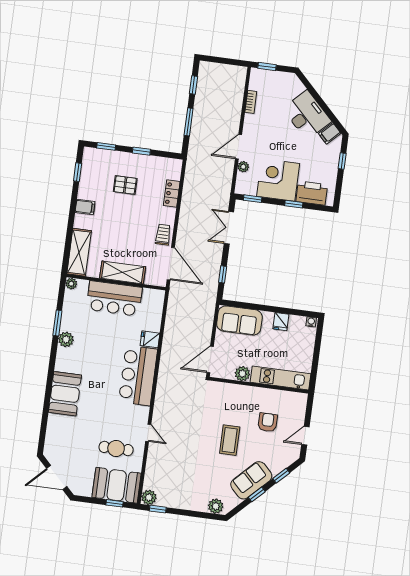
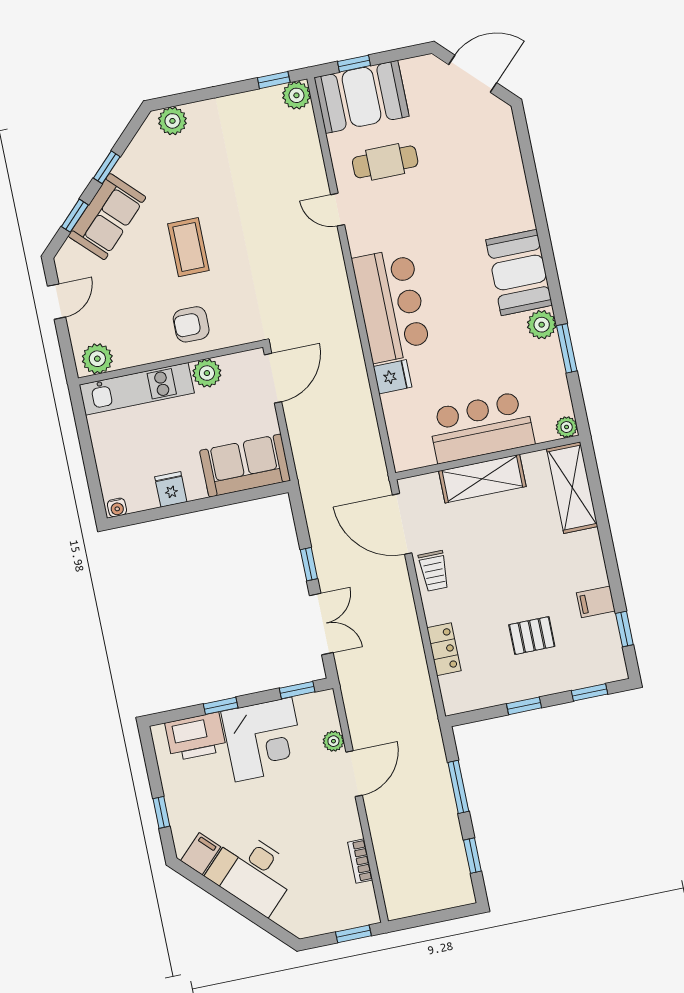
filing cabinet: (85, 207) -> (596, 602), moved
window: (223, 274) -> (309, 564), moved
booth: (65, 394) -> (519, 272), moved
plant: (295, 400) -> (97, 359), added
armchair: (268, 422) -> (191, 324), moved, turned 90
sofa: (251, 480) -> (107, 217), moved

